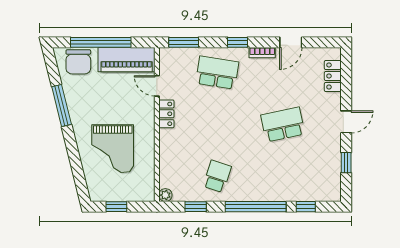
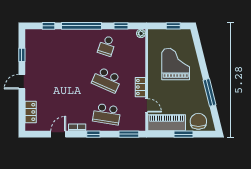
window: (101, 42) -> (184, 134), width x0.47
school desk: (283, 124) -> (107, 80), moved, turned 36

